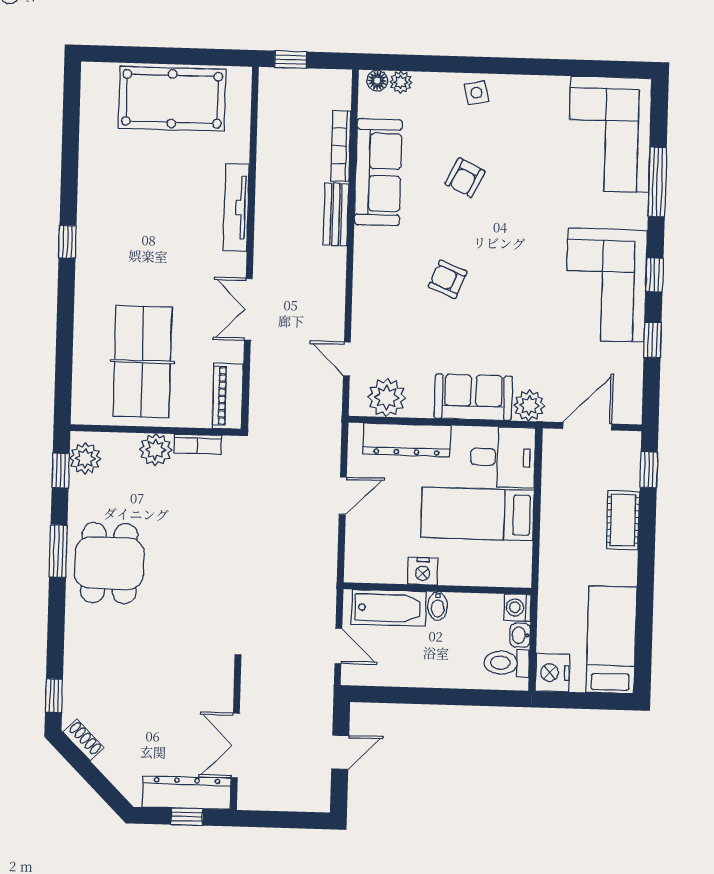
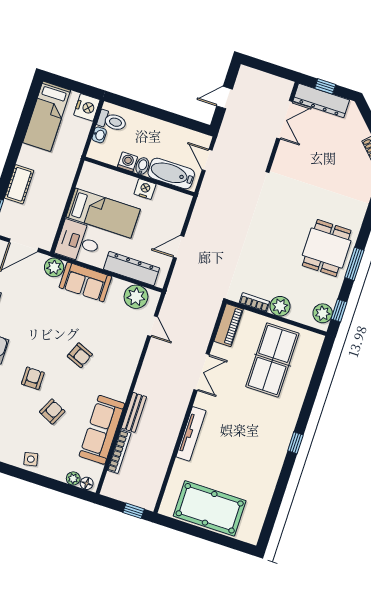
armchair: (511, 221) -> (33, 378), added
washing machine: (517, 607) -> (128, 162), moved, turned -90

